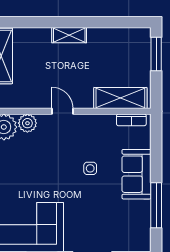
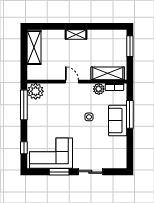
plant: (27, 123) -> (99, 89), moved
window: (156, 205) -> (130, 114), moved

